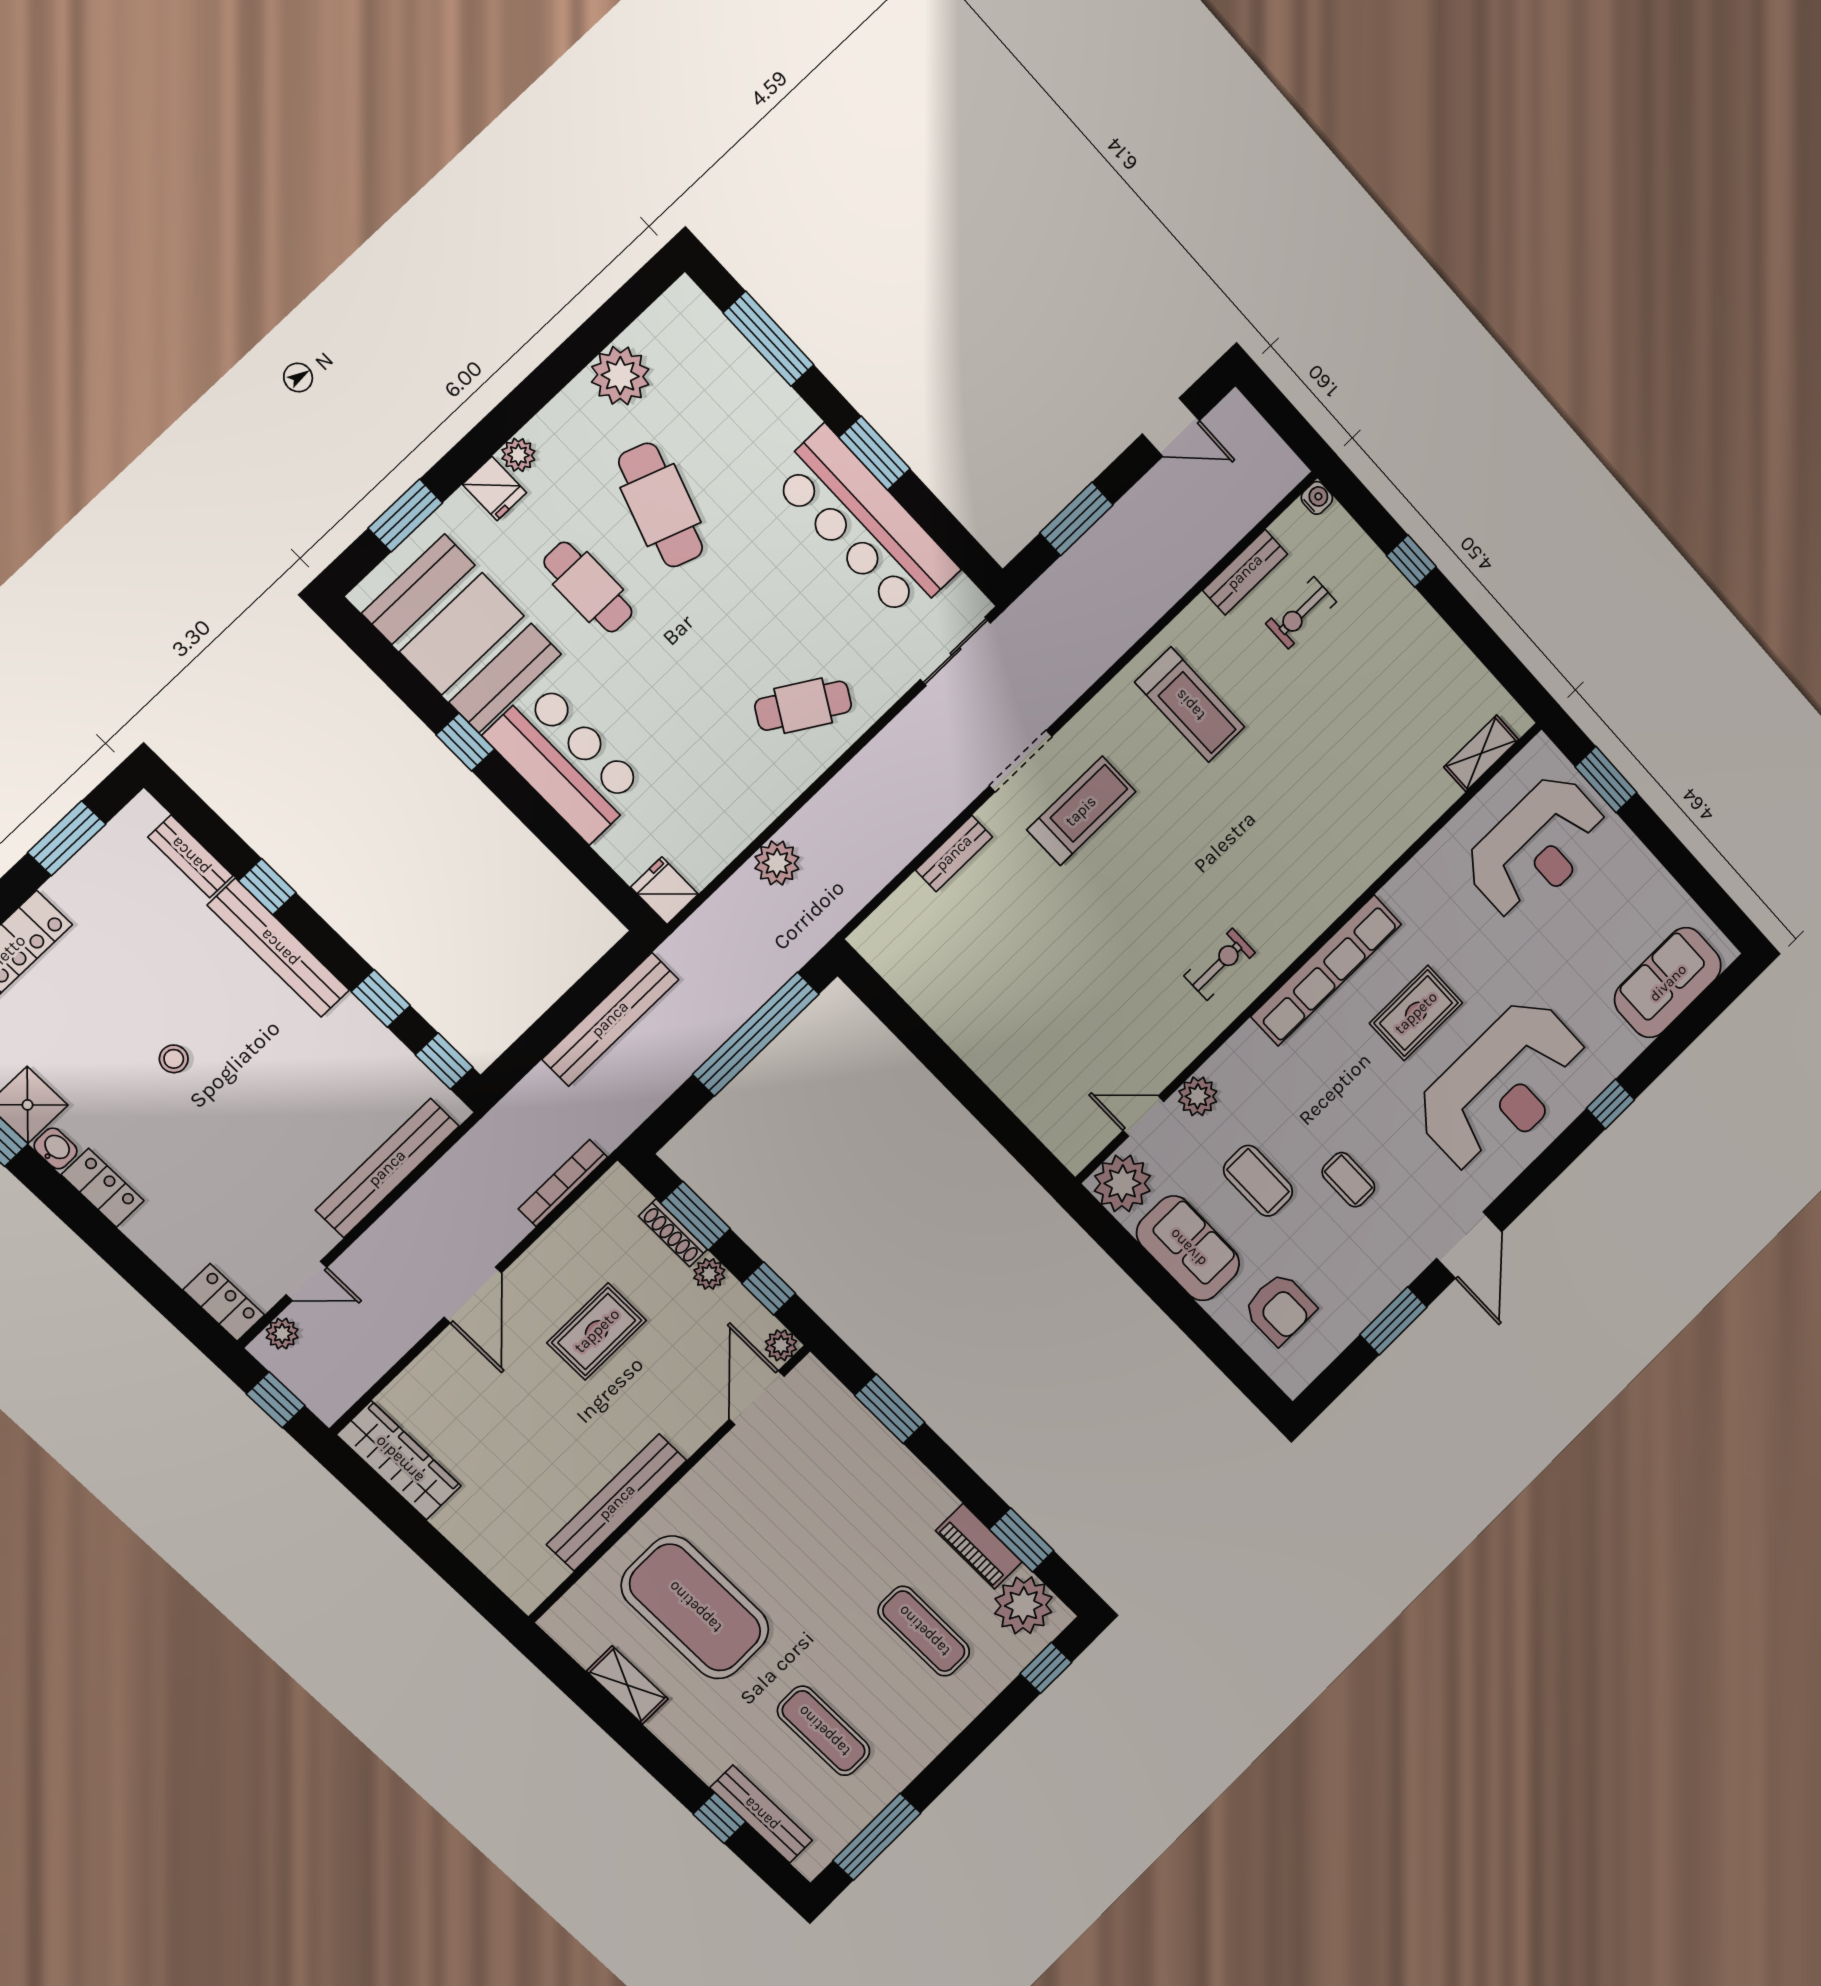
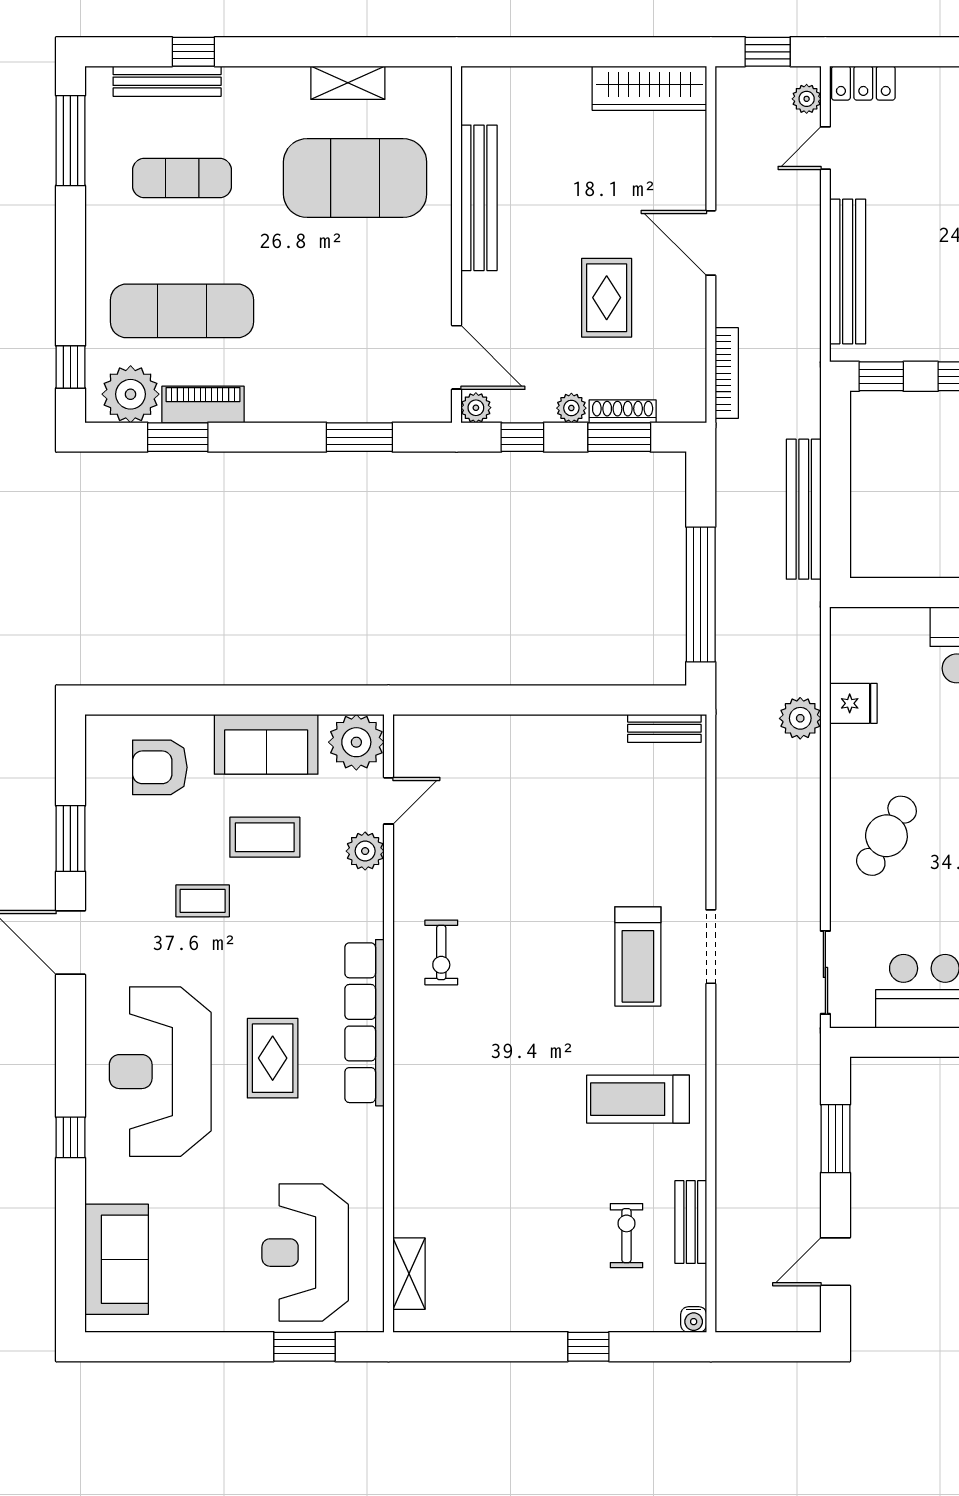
bench: (954, 853) -> (664, 728), moved, turned 90
fridge: (664, 891) -> (853, 703), moved
exercise mat: (924, 1631) -> (182, 311), width x1.36, depth x1.45

